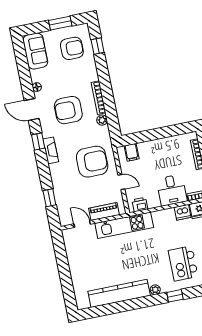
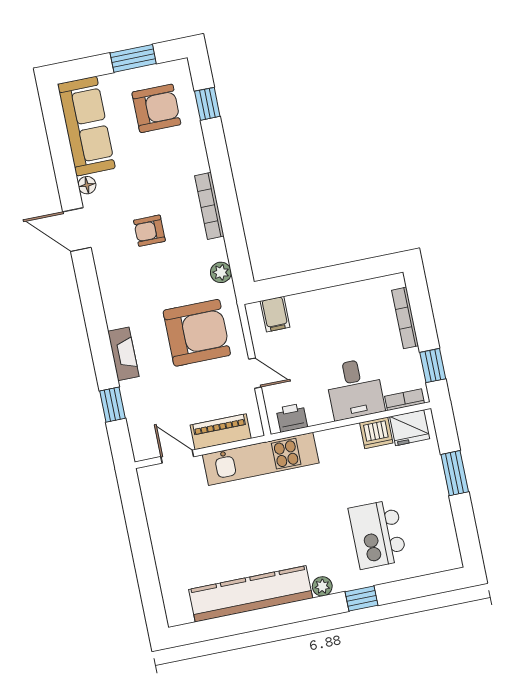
sofa: (35, 51) -> (86, 126), width x1.36
armchair: (68, 110) -> (149, 231), width x0.53, depth x0.53
plant: (102, 120) -> (221, 272), moved
window: (38, 142) -> (90, 293), removed
fireplace: (51, 150) -> (123, 354), moved

